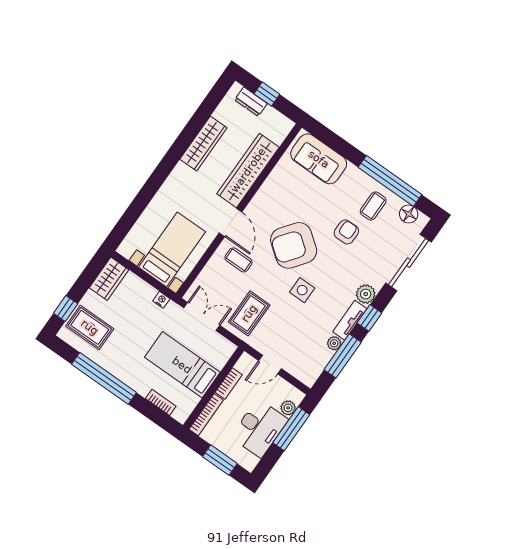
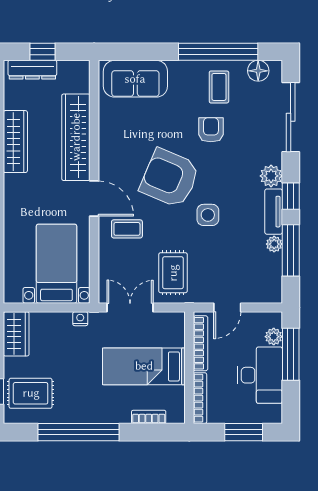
dresser: (251, 102) -> (32, 70), width x1.44
armchair: (294, 245) -> (170, 178), turned 76
bookcase: (229, 383) -> (201, 343), width x1.56

